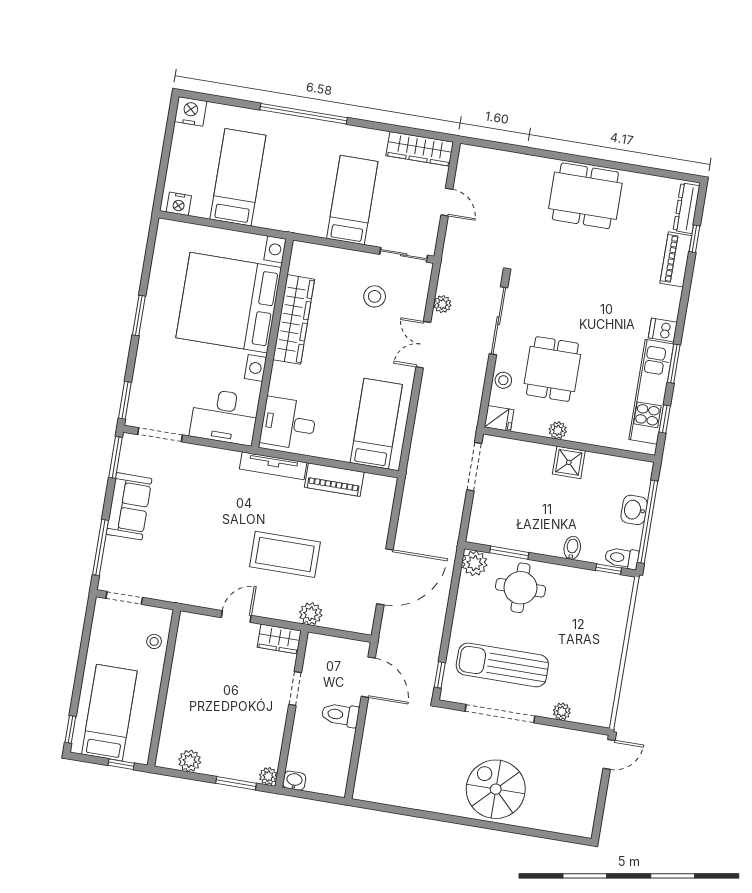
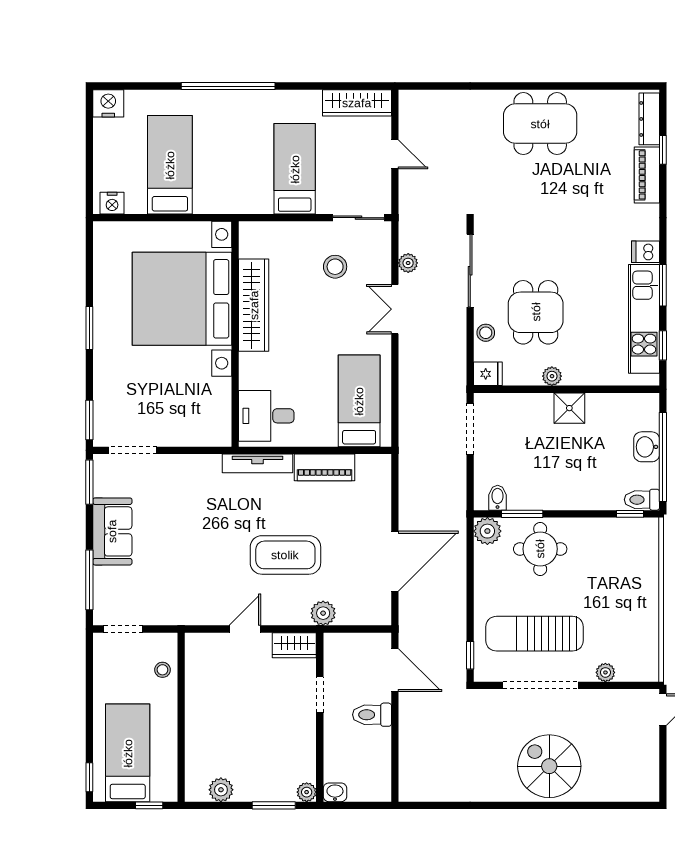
desk: (224, 417) -> (197, 420), removed
bidet: (572, 548) -> (498, 498), moved

